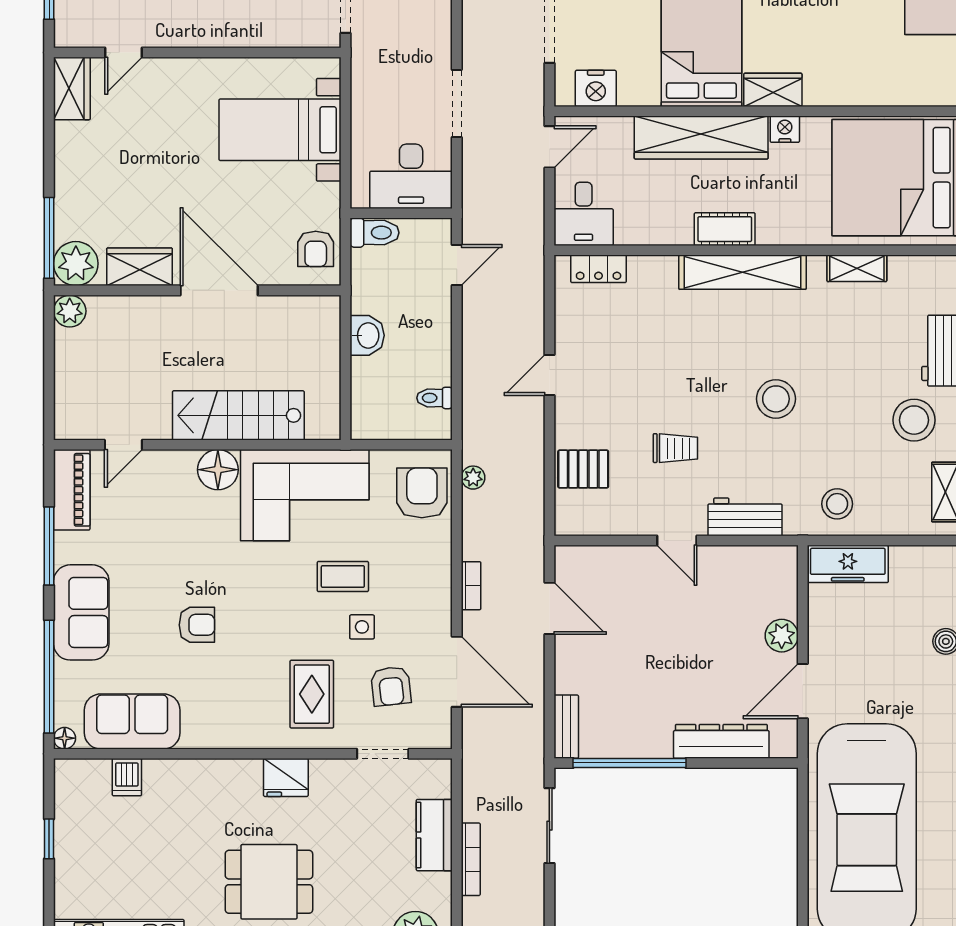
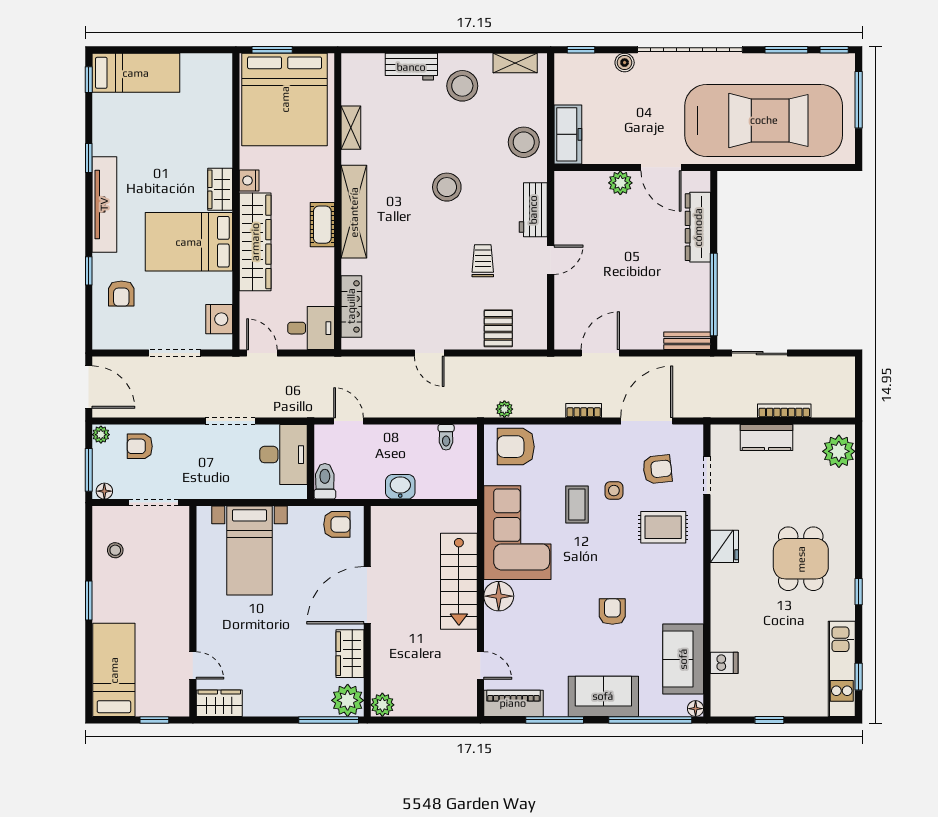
locker: (599, 269) -> (351, 306), width x1.53
stool: (837, 504) -> (524, 142), width x1.38, depth x1.38

